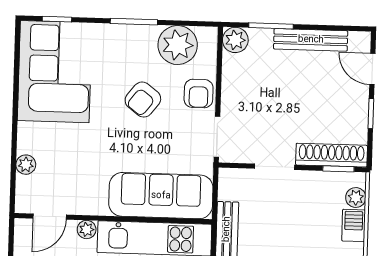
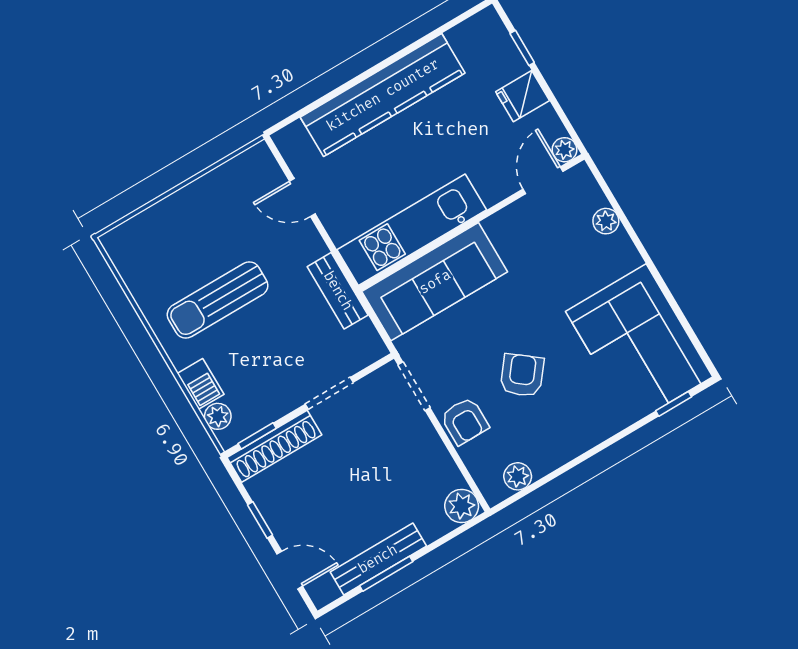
window: (134, 22) -> (587, 455), removed
window: (271, 26) -> (386, 574), moved
plant: (178, 45) -> (518, 476), width x0.53, depth x0.53
armchair: (199, 94) -> (465, 421), turned 180
plant: (87, 230) -> (564, 150), moved

